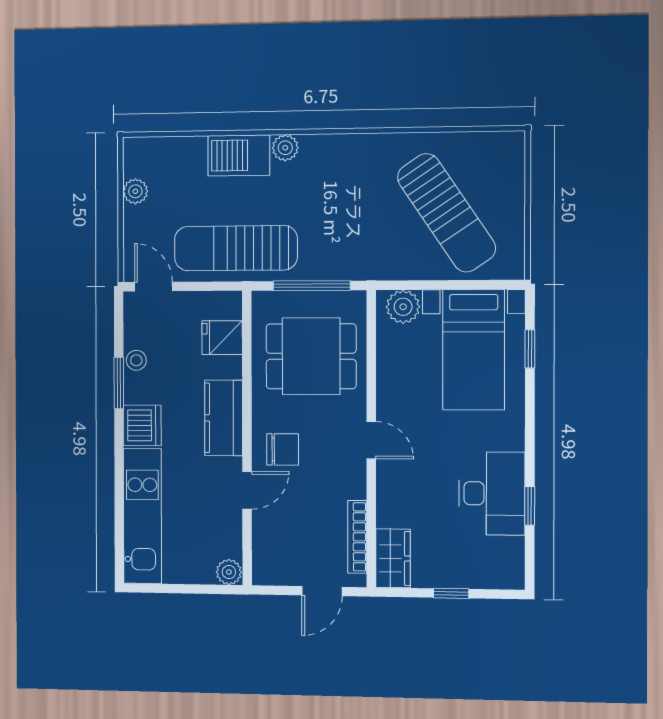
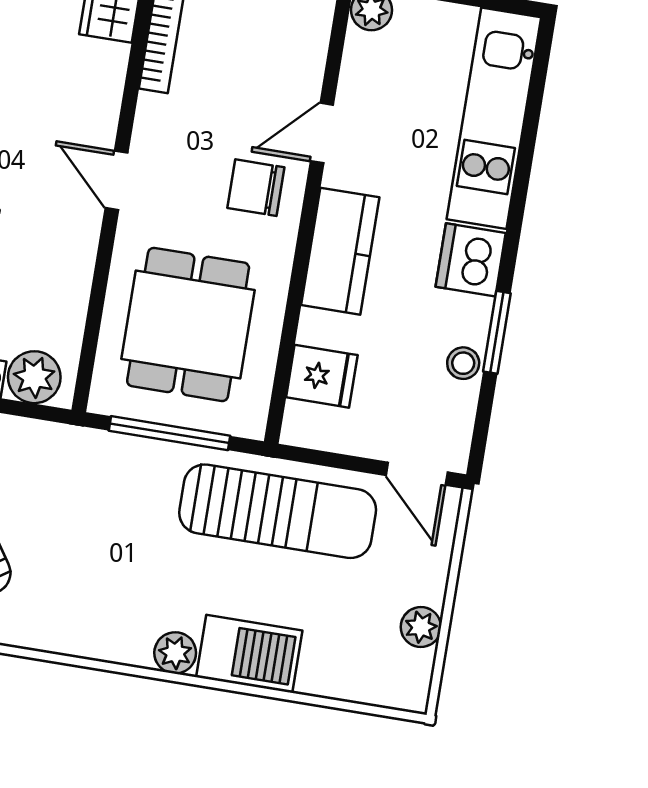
dining table: (311, 356) -> (188, 324), turned 90

